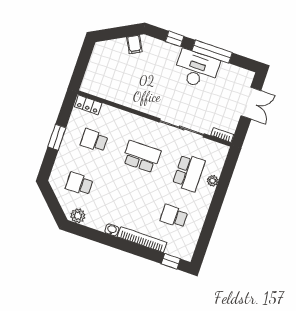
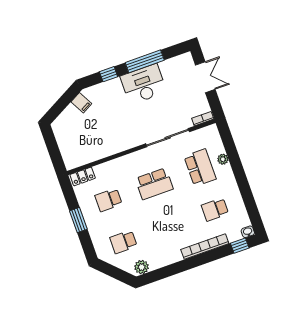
school desk: (141, 157) -> (154, 184), turned 180
washbasin: (112, 230) -> (248, 232), moved

